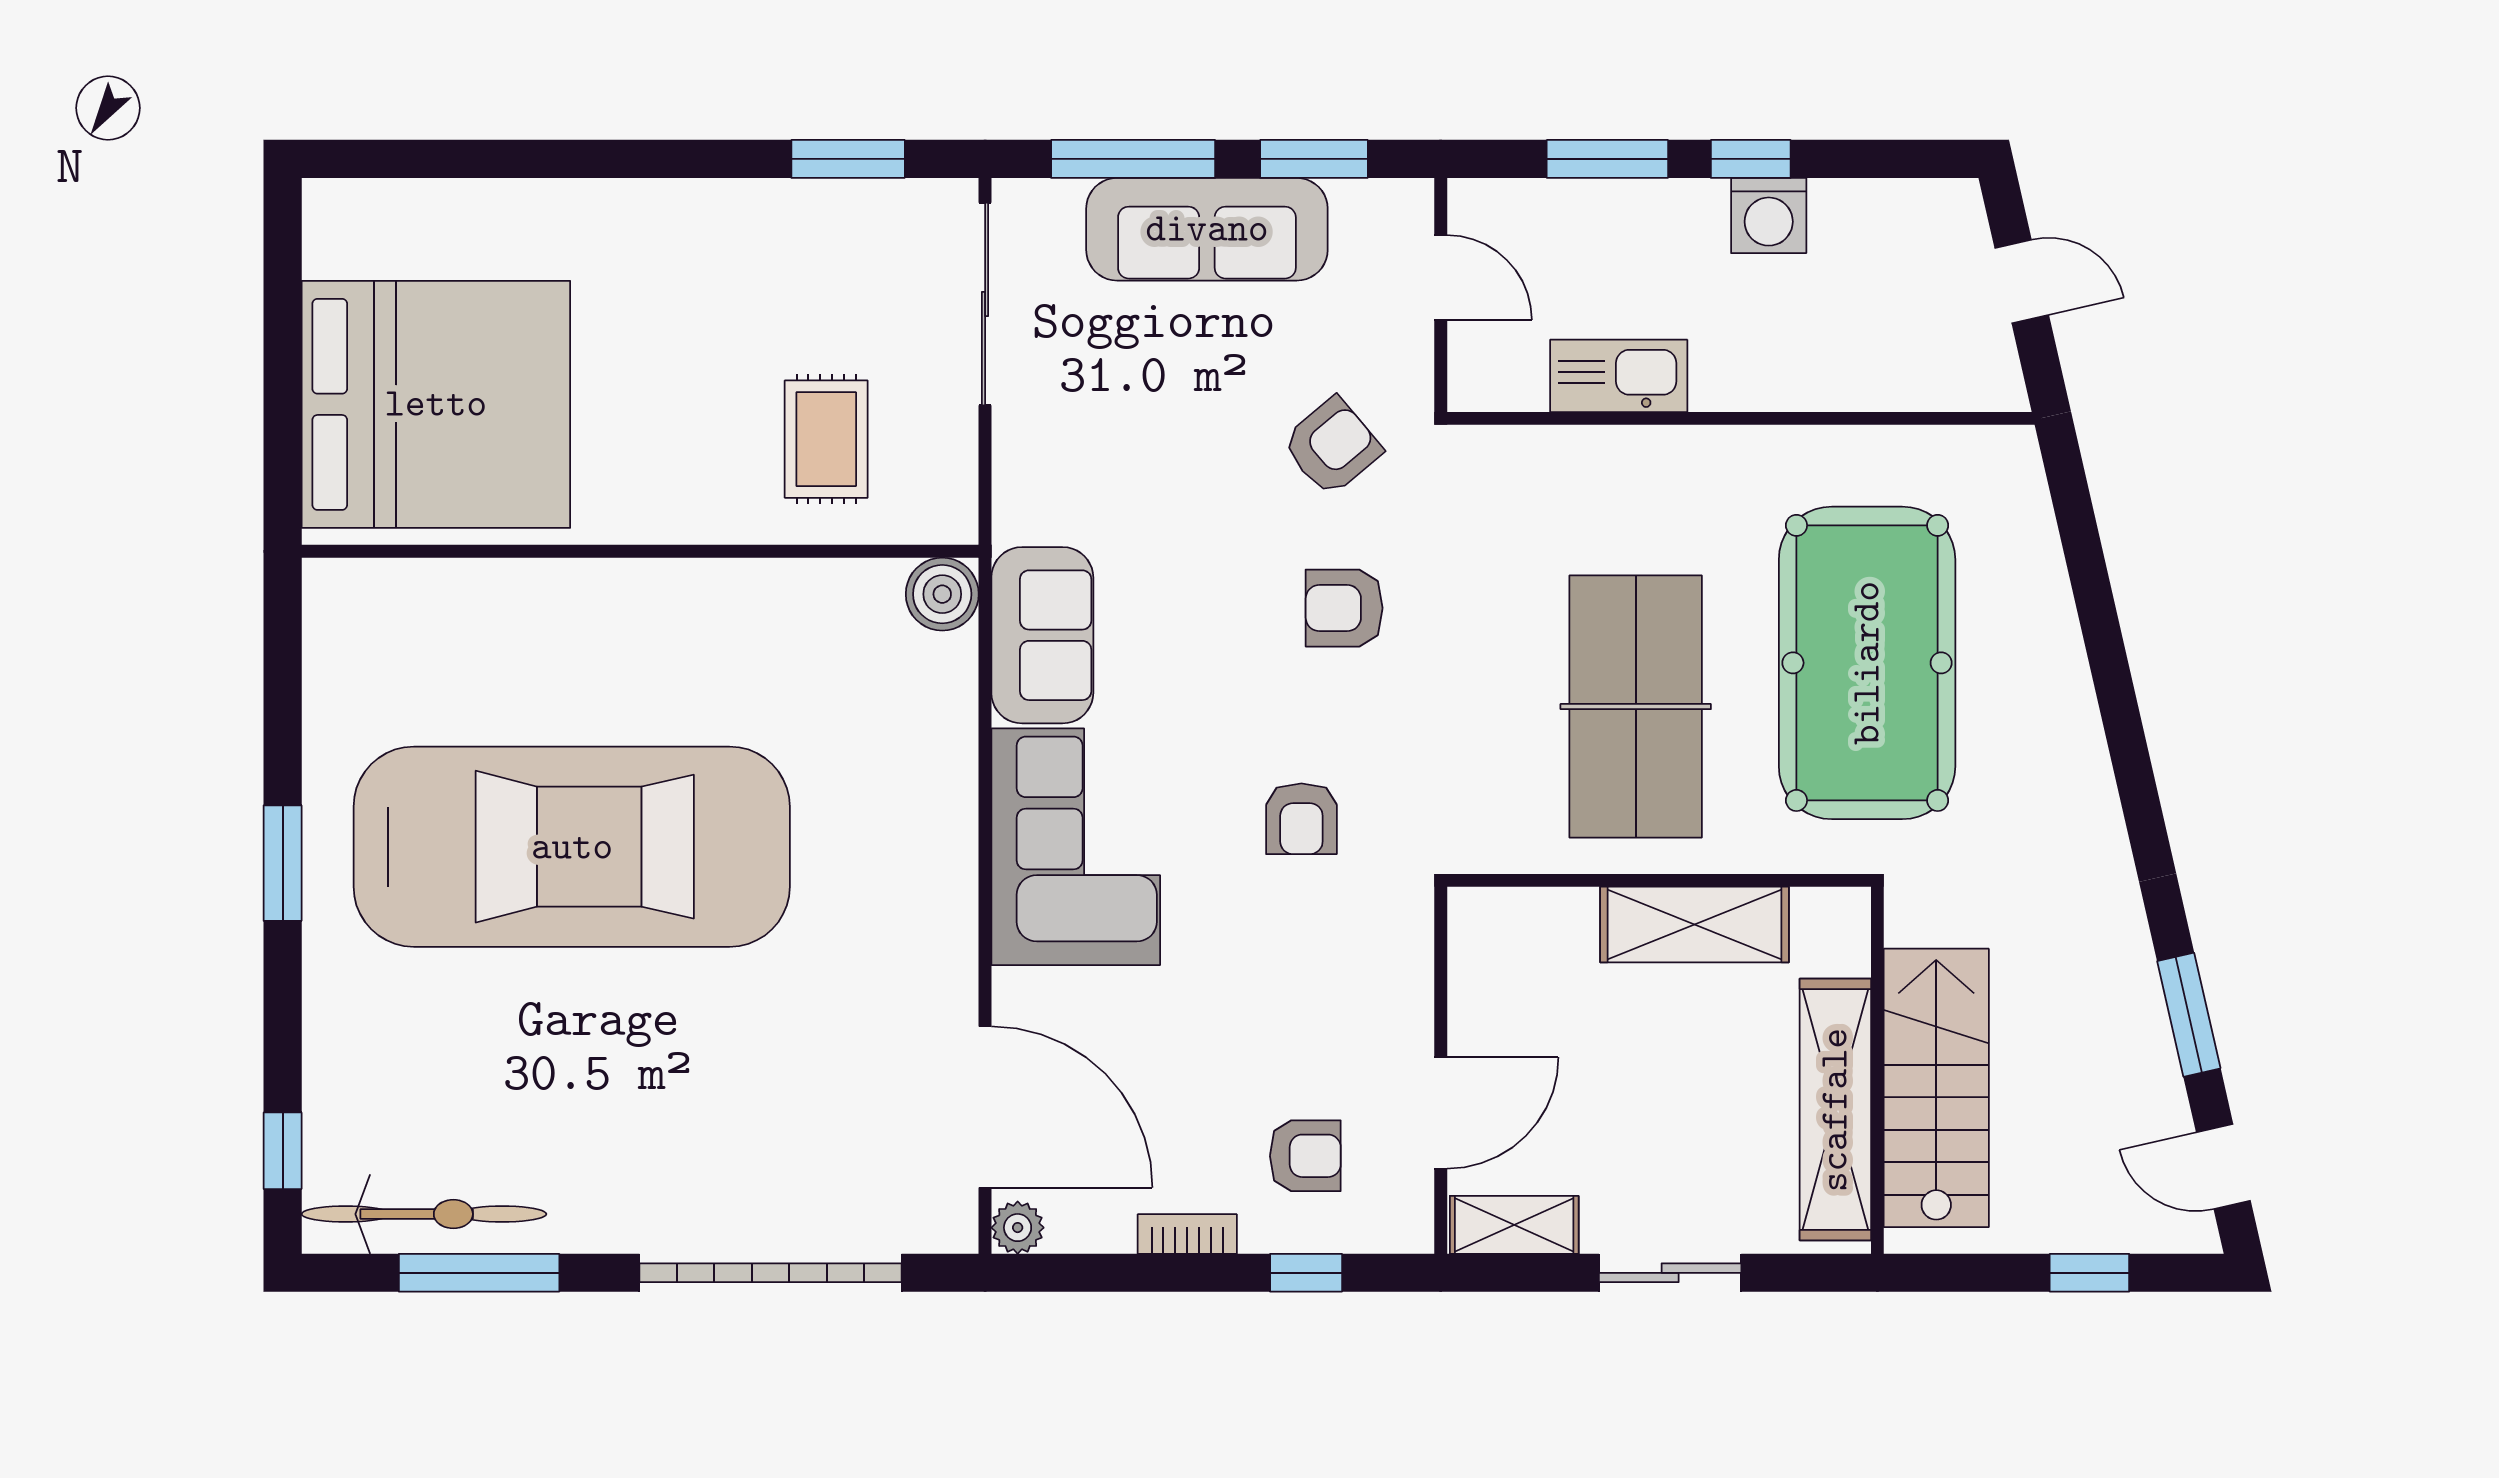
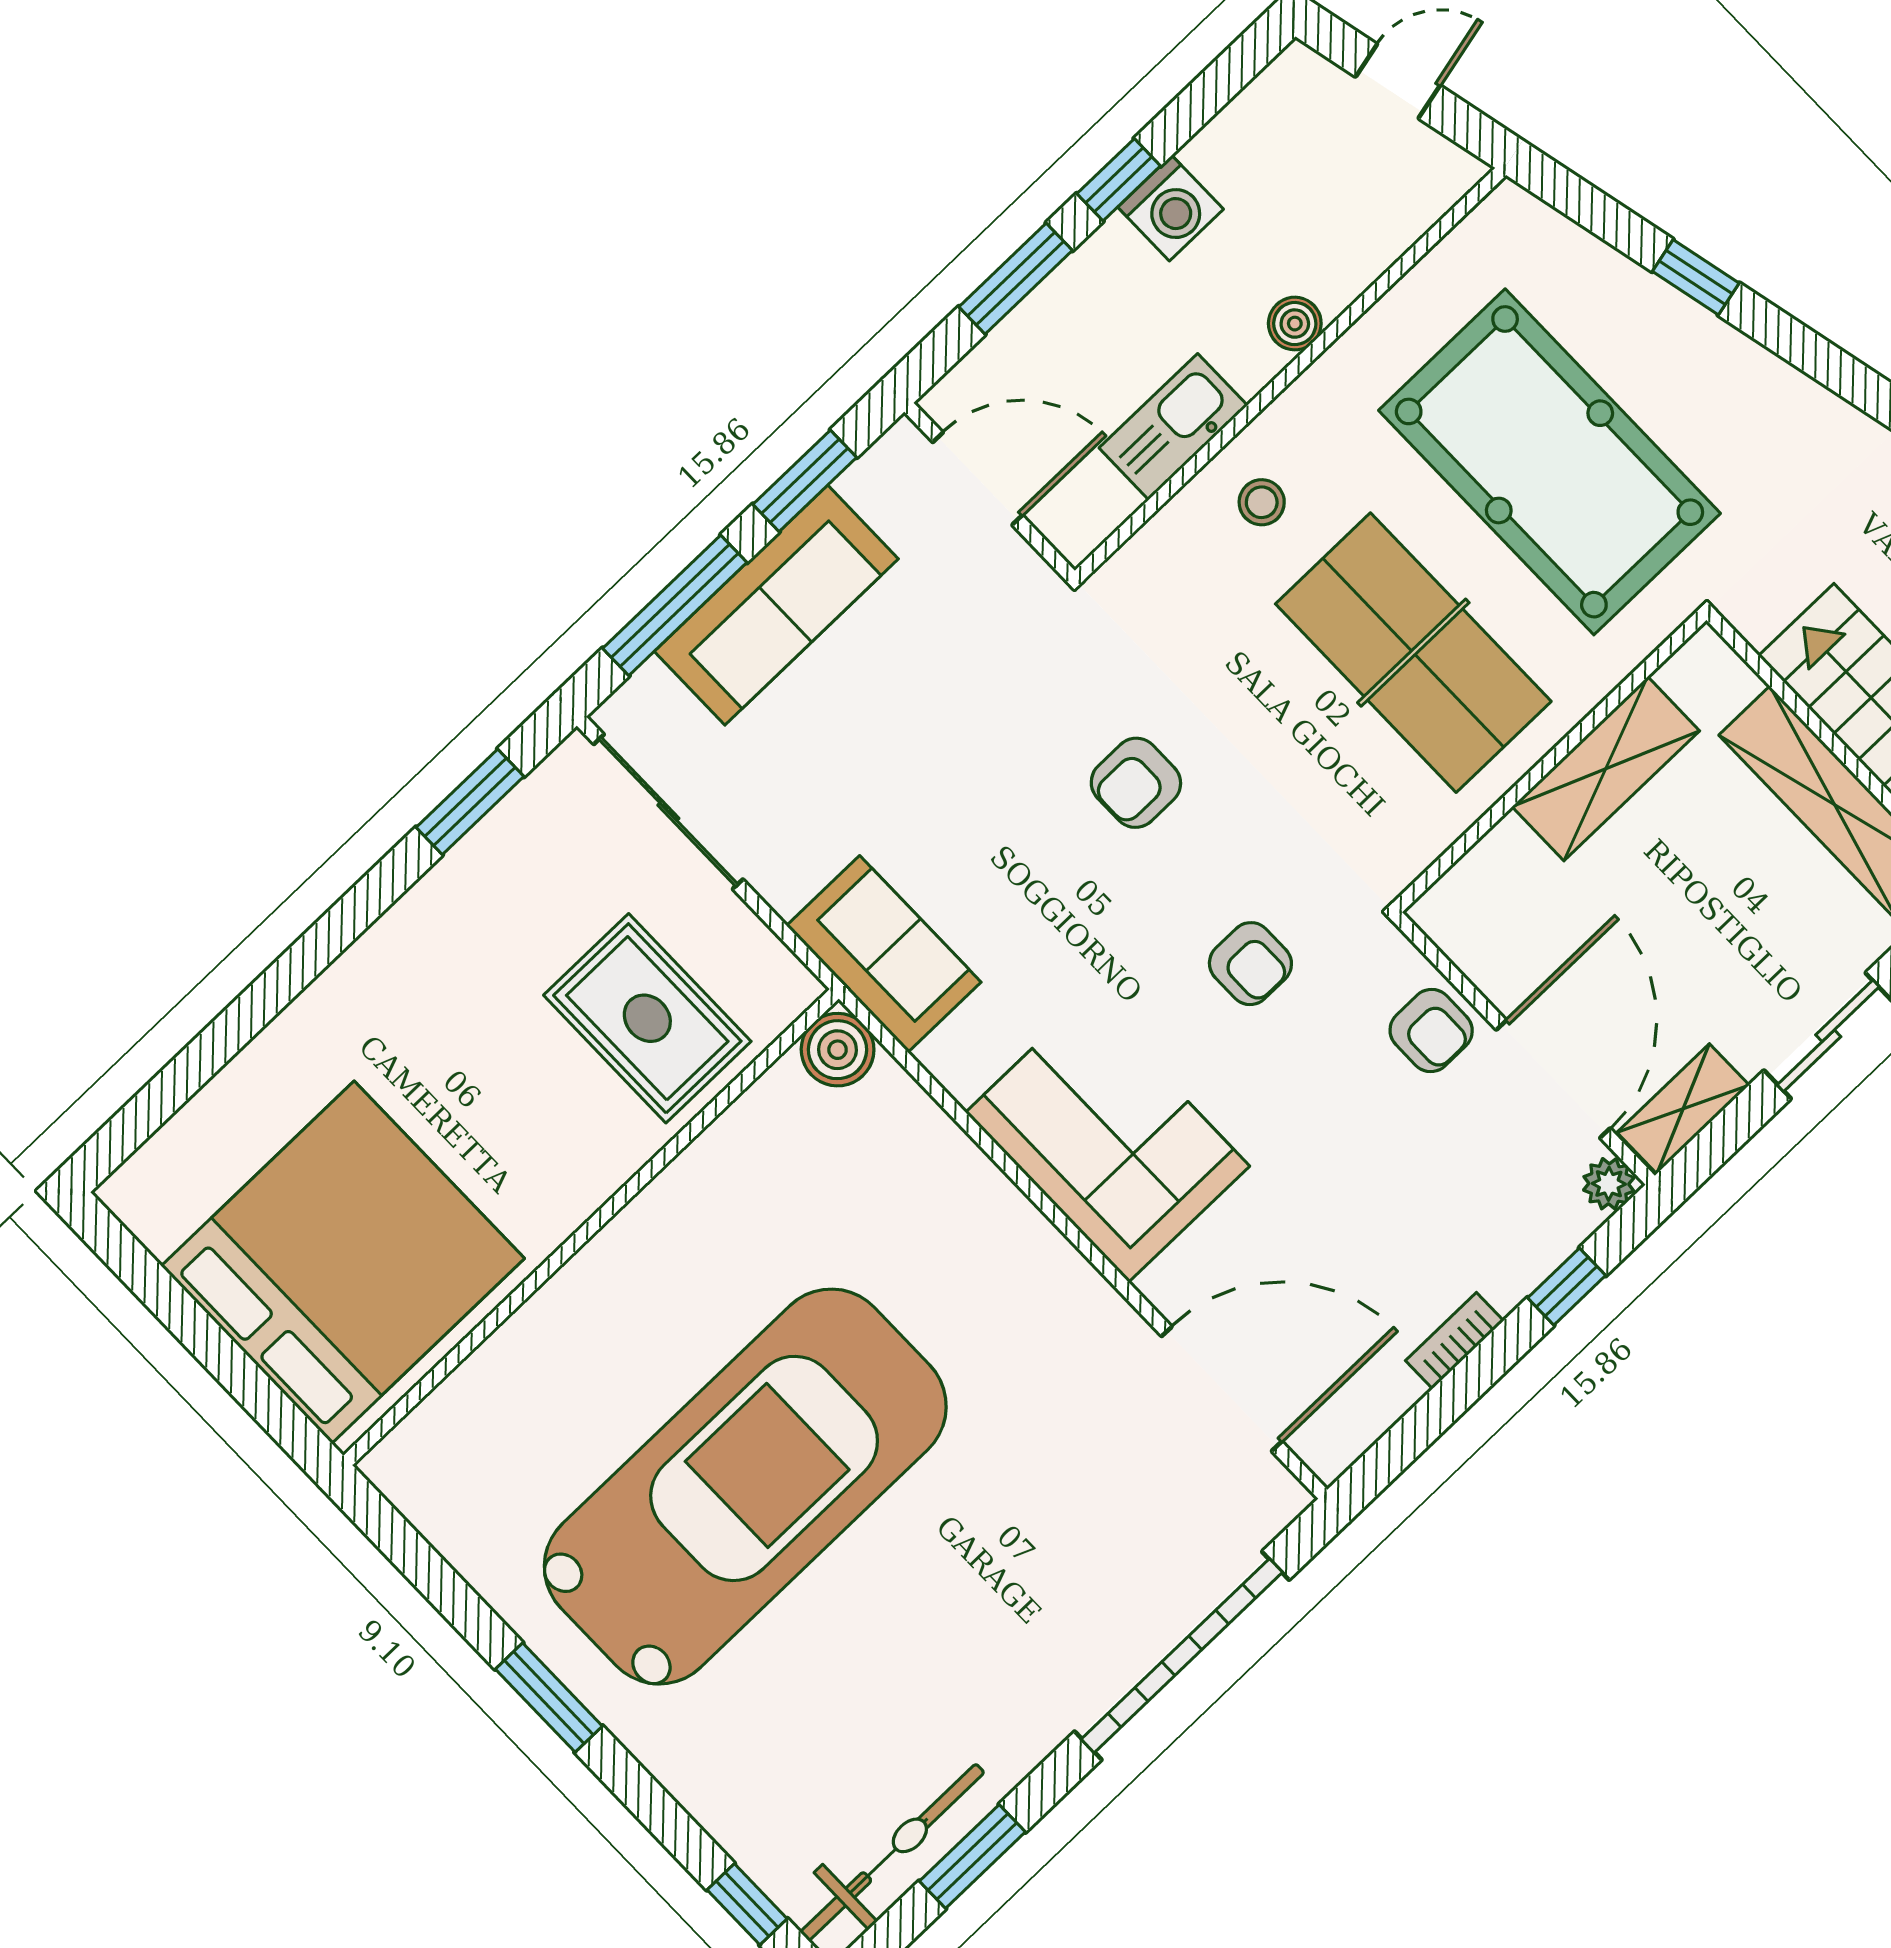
door: (1441, 278) -> (978, 479), width x1.38
boiler: (1779, 386) -> (1295, 324), added
rug: (826, 439) -> (647, 1018), width x1.36, depth x1.43
armchair: (1332, 447) -> (1016, 675), removed
stool: (1630, 492) -> (1262, 502), added
window: (2101, 631) -> (1696, 277), added
sofa: (1042, 635) -> (884, 954), moved
door: (1441, 1113) -> (1553, 1079), width x1.36
armchair: (1305, 1156) -> (1431, 1031), moved, turned 90
plant: (1018, 1228) -> (1609, 1184), moved
window: (479, 1273) -> (972, 1857), width x0.69

